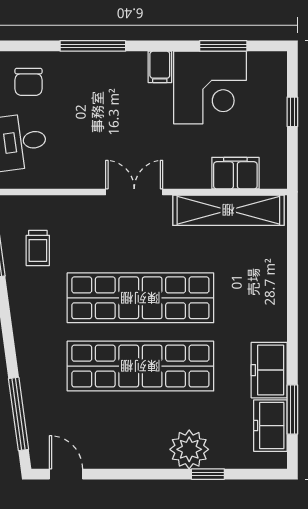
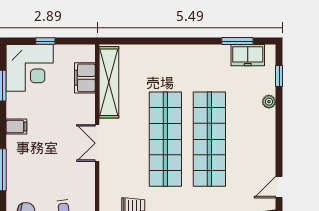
corner desk: (210, 88) -> (30, 68), moved, turned 90
freezer: (269, 370) -> (212, 56), removed
plant: (189, 449) -> (269, 102), width x0.53, depth x0.53
window: (208, 474) -> (279, 76), moved

